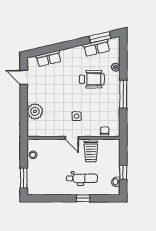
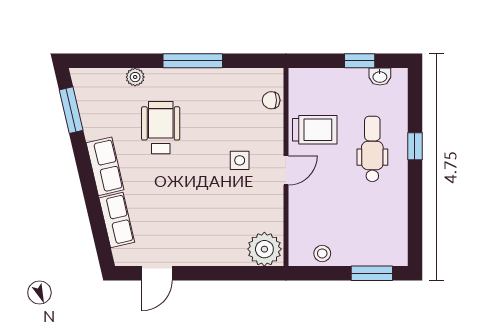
row of seats: (97, 48) -> (105, 166), moved
plant: (35, 111) -> (264, 249), moved

